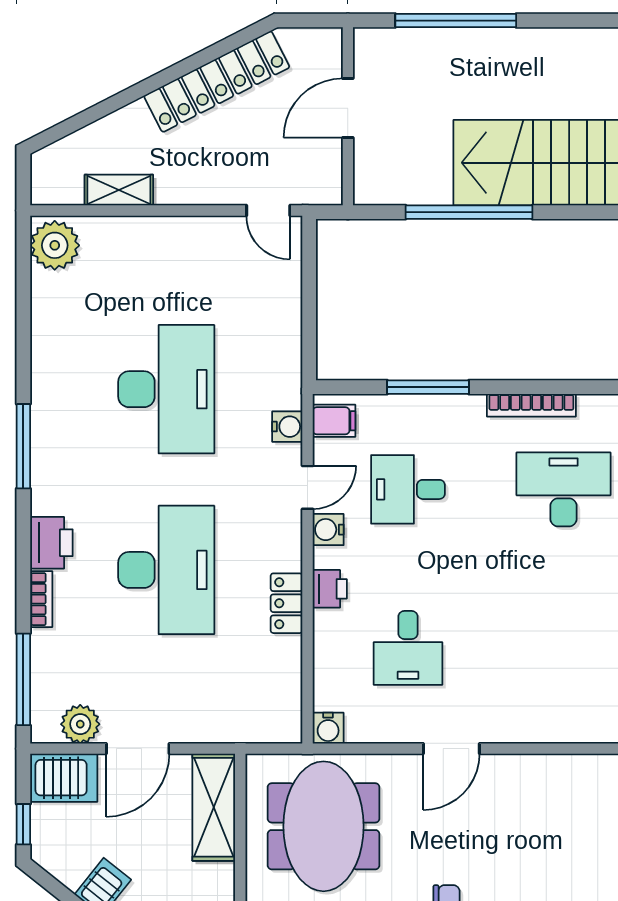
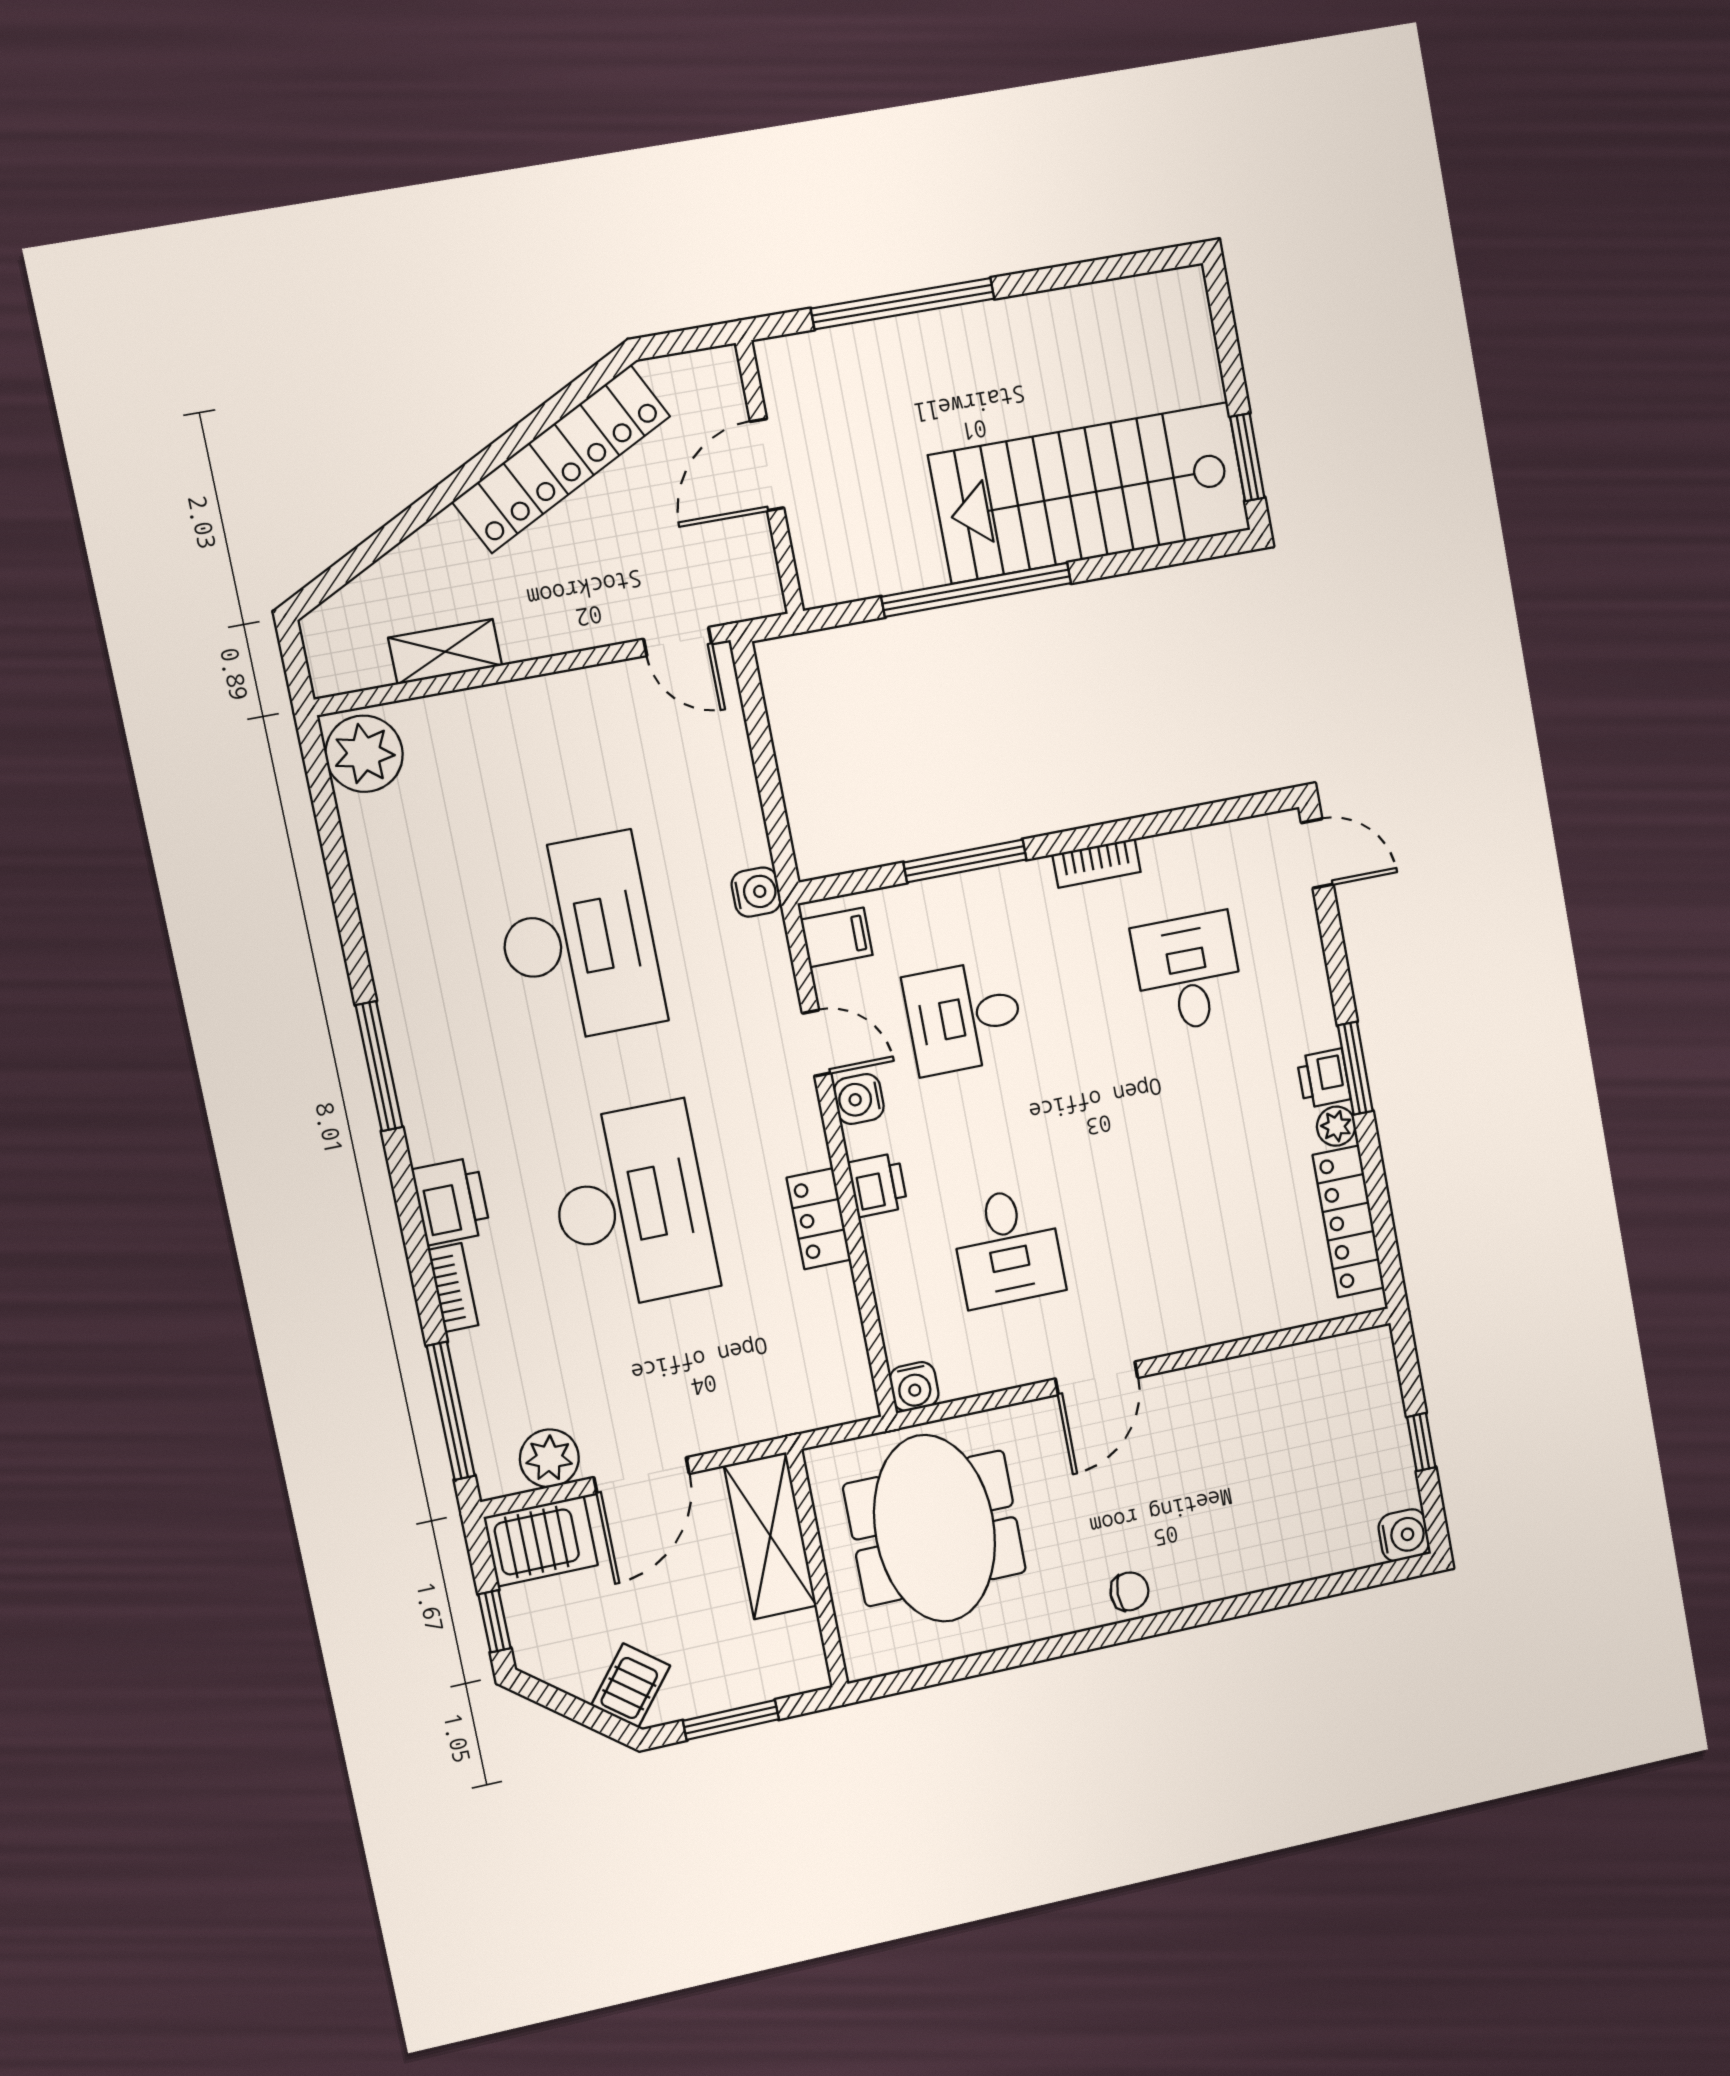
bookcase: (531, 405) -> (1097, 863), width x0.64
water cooler: (287, 427) -> (756, 892), moved
door: (308, 487) -> (817, 1043), hinge flipped
desk: (564, 489) -> (1188, 972), width x0.73

